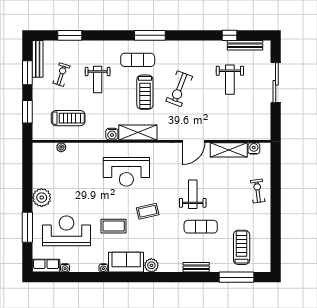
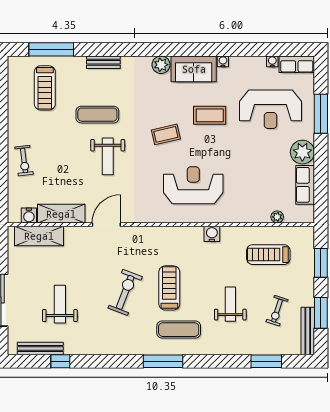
shelving: (138, 132) -> (39, 236), moved
row of seats: (40, 172) -> (305, 185), added

